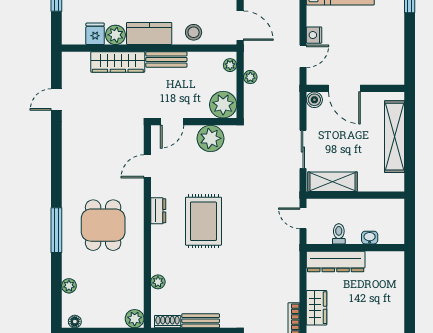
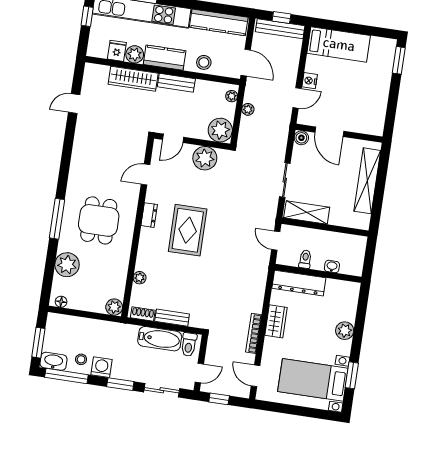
plant: (69, 286) -> (67, 265), width x1.88, depth x1.88
plant: (394, 307) -> (345, 331), added

